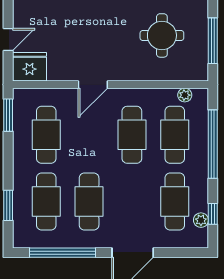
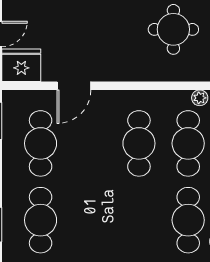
door: (93, 85) -> (74, 86), moved
cafe table: (89, 202) -> (90, 220), removed

